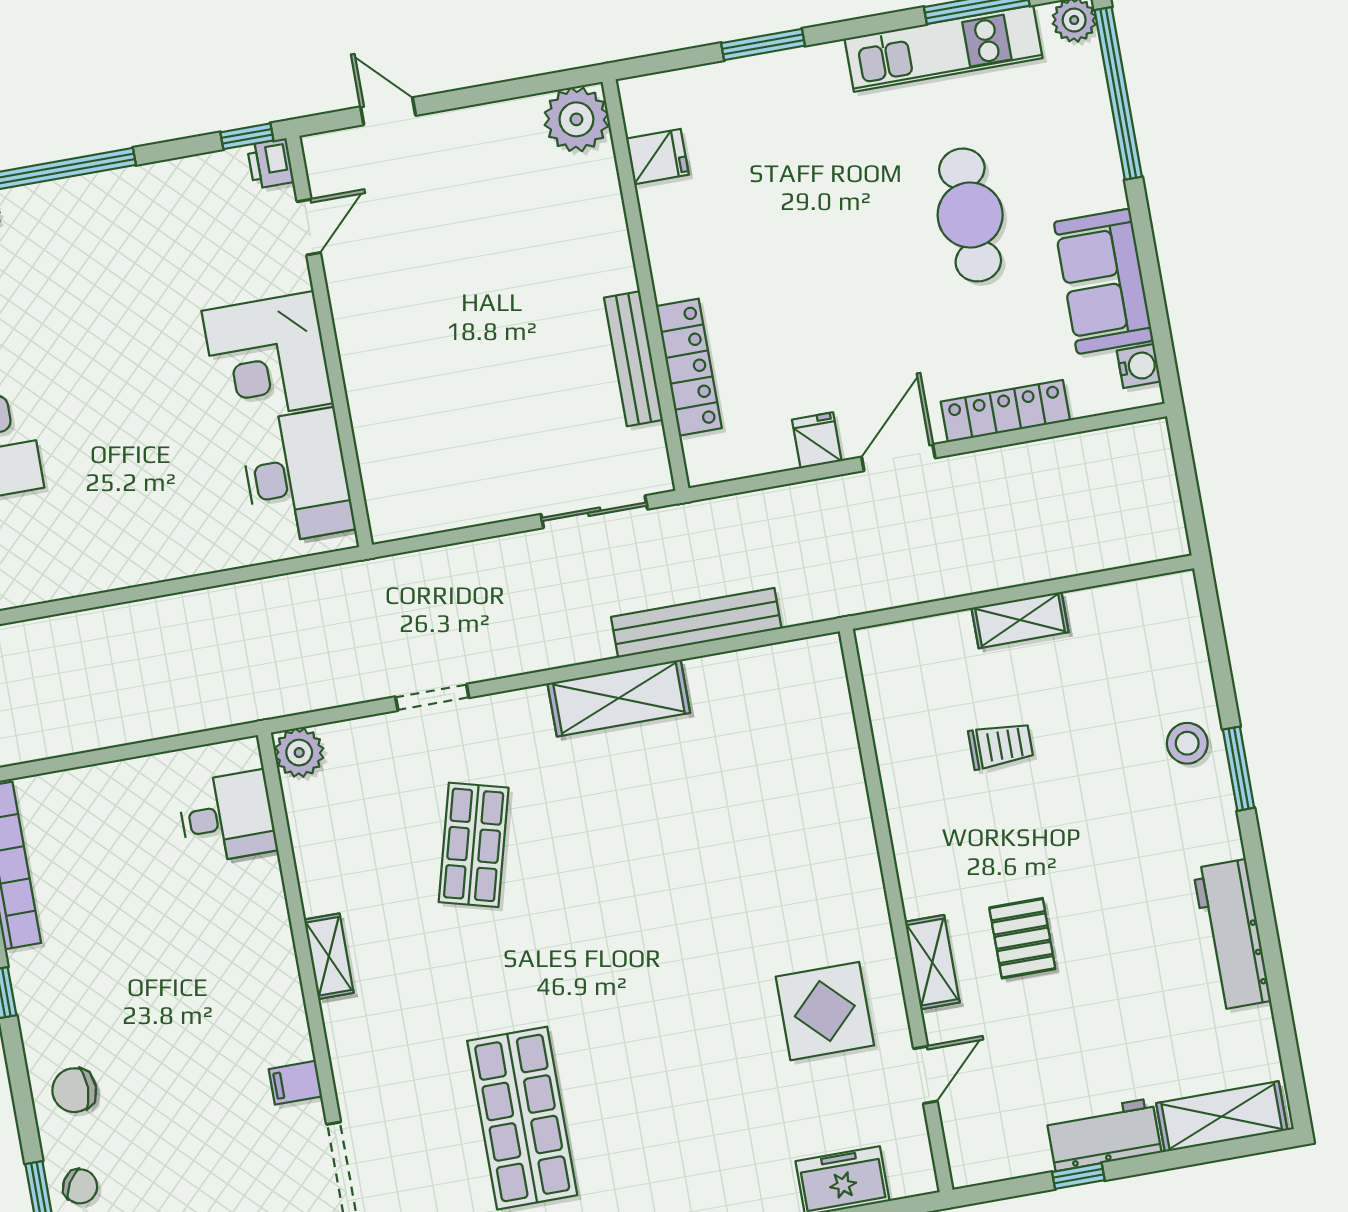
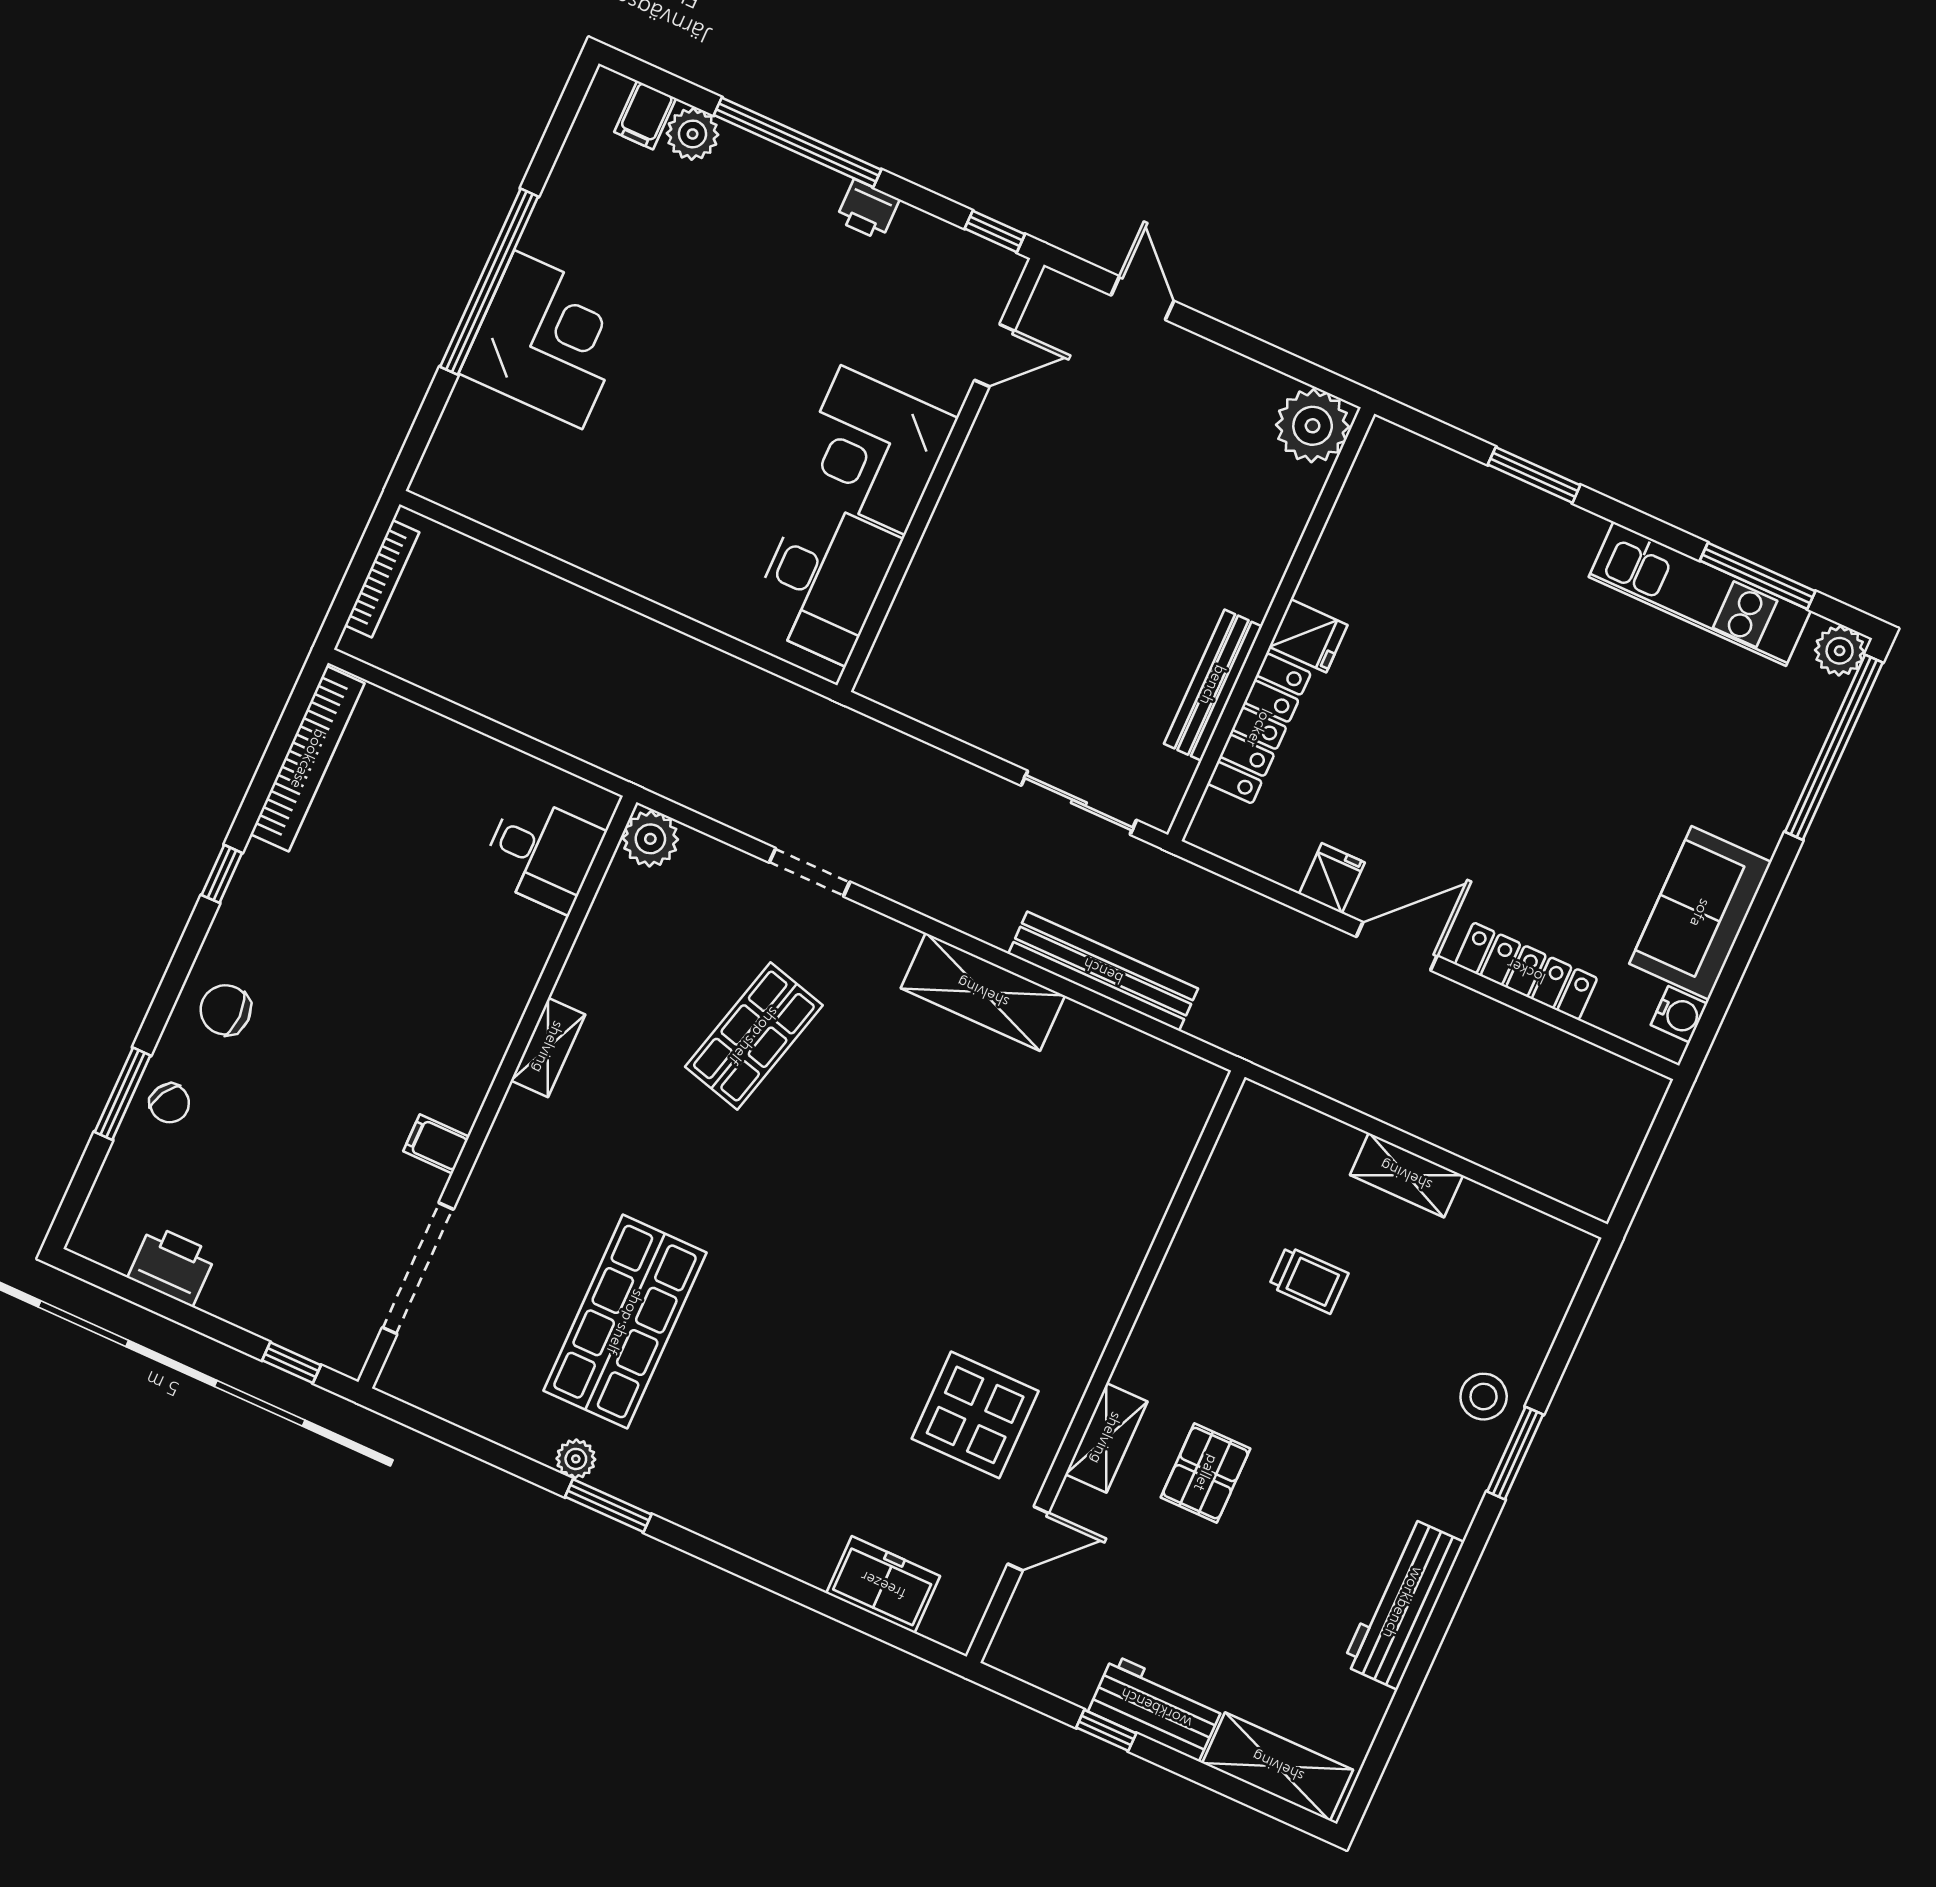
fridge: (657, 157) -> (1308, 636), moved
printer: (270, 163) -> (868, 210), moved, turned -90
cafe table: (970, 215) -> (1618, 766), removed

